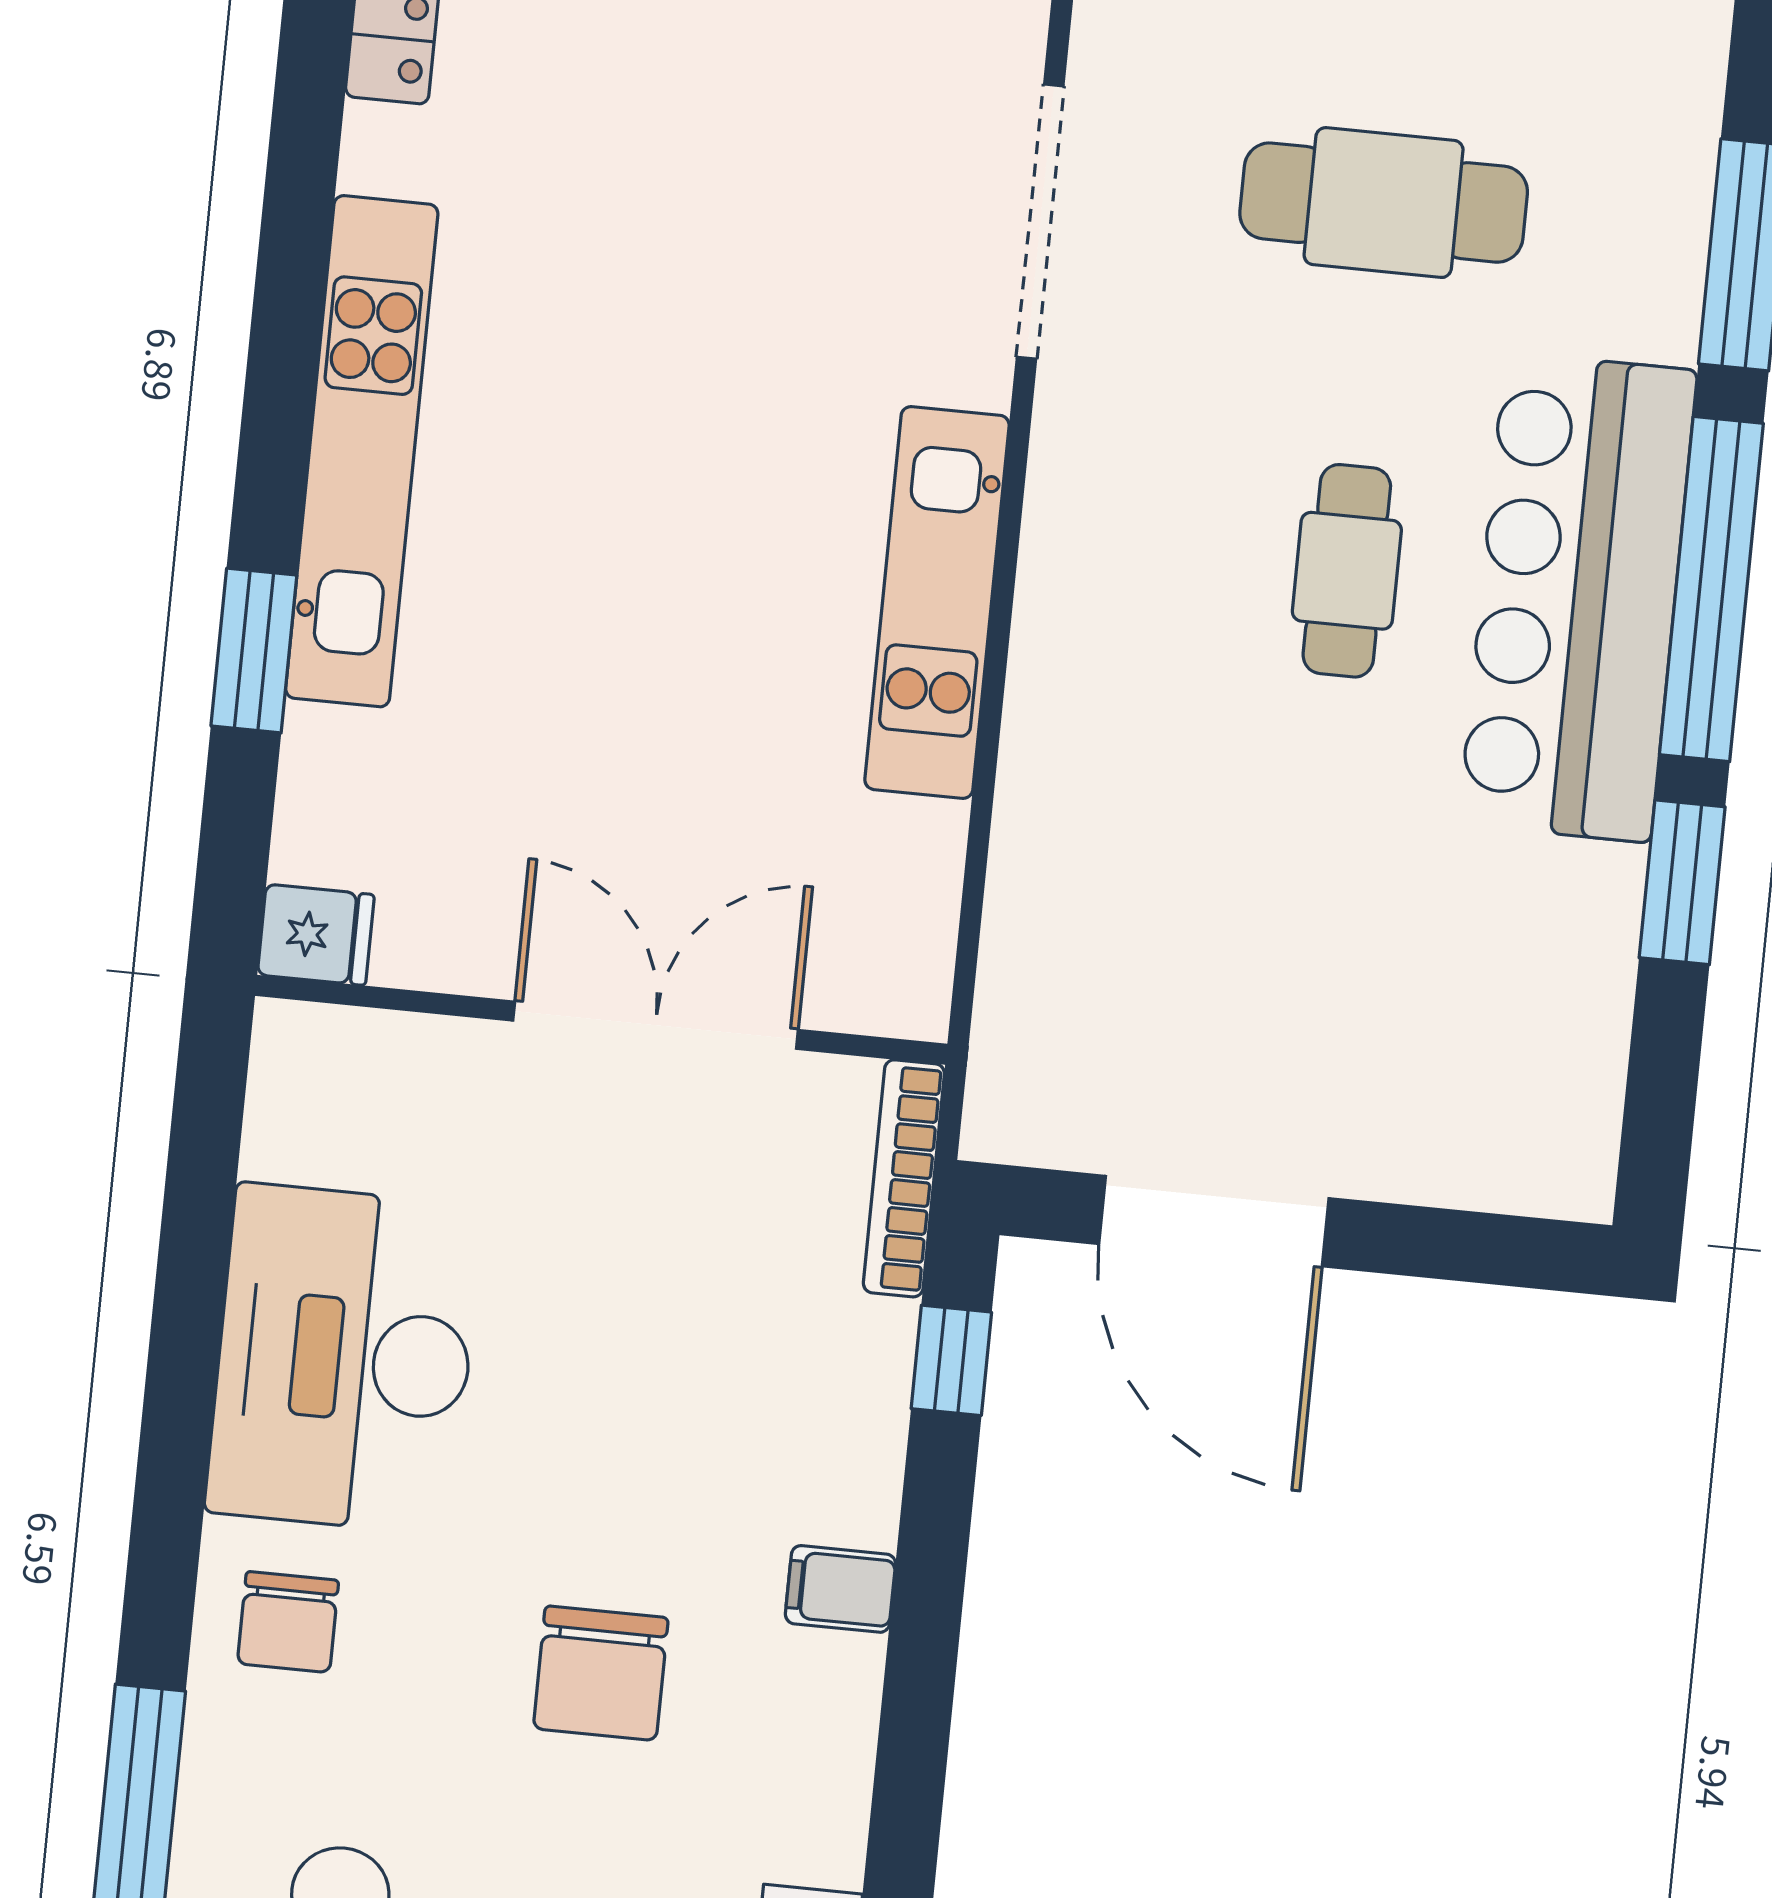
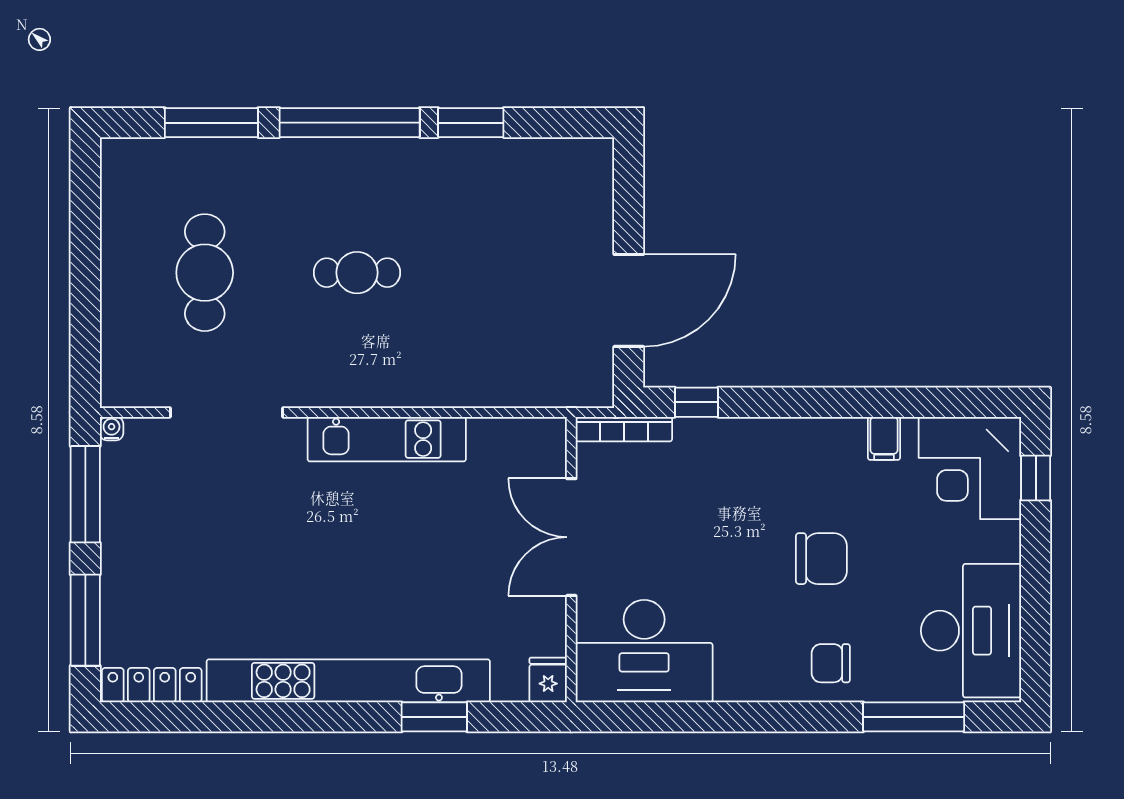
kitchen unit: (362, 451) -> (348, 681), width x1.36
bar counter: (1578, 597) -> (358, 177), removed
desk: (344, 1359) -> (644, 651), moved
filing cabinet: (840, 1589) -> (884, 438), moved
chair: (288, 1622) -> (831, 663), turned 180
chair: (601, 1673) -> (821, 559), moved

